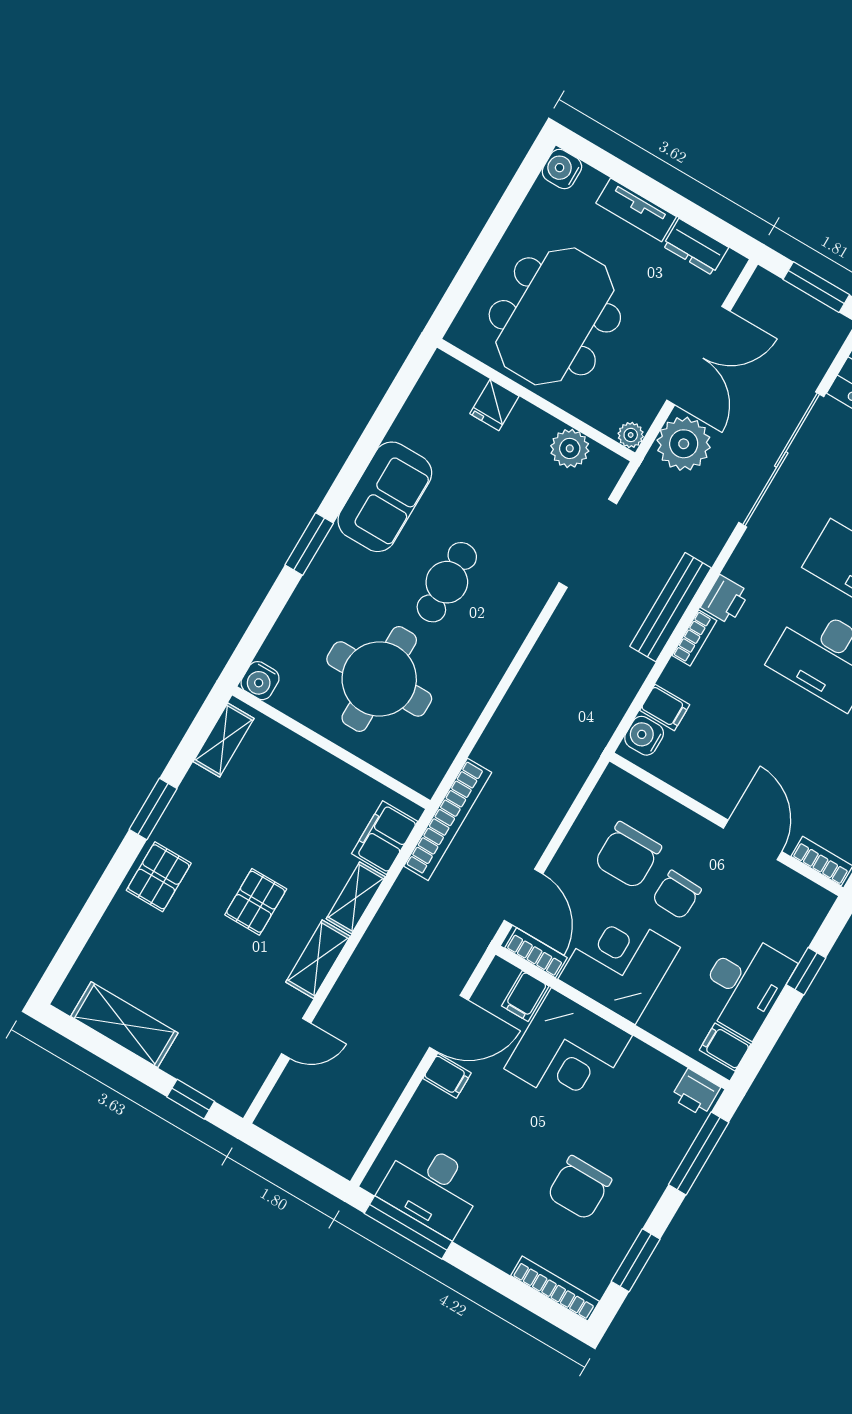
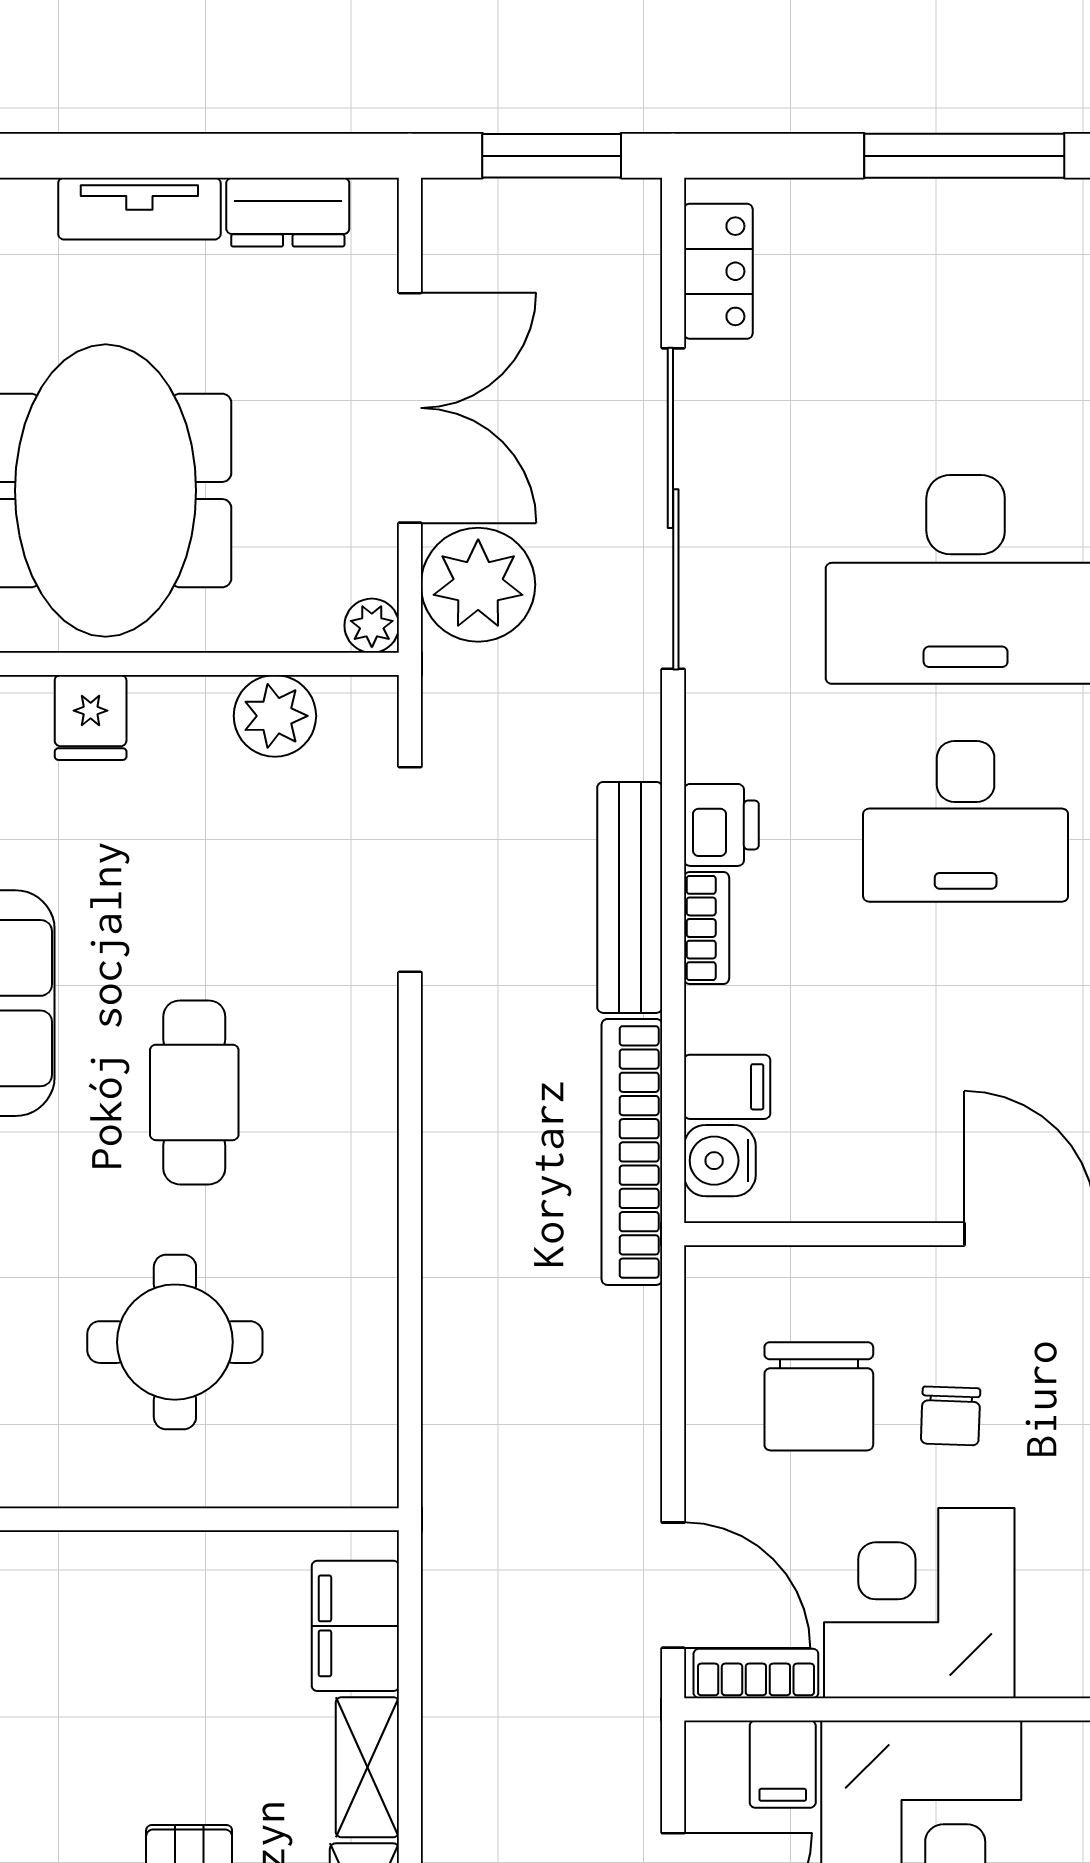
round table: (379, 679) -> (175, 1342), width x0.73, depth x0.73
bookcase: (448, 819) -> (632, 1152), moved, turned 180
chair: (677, 895) -> (951, 1416), width x0.73, depth x0.73

